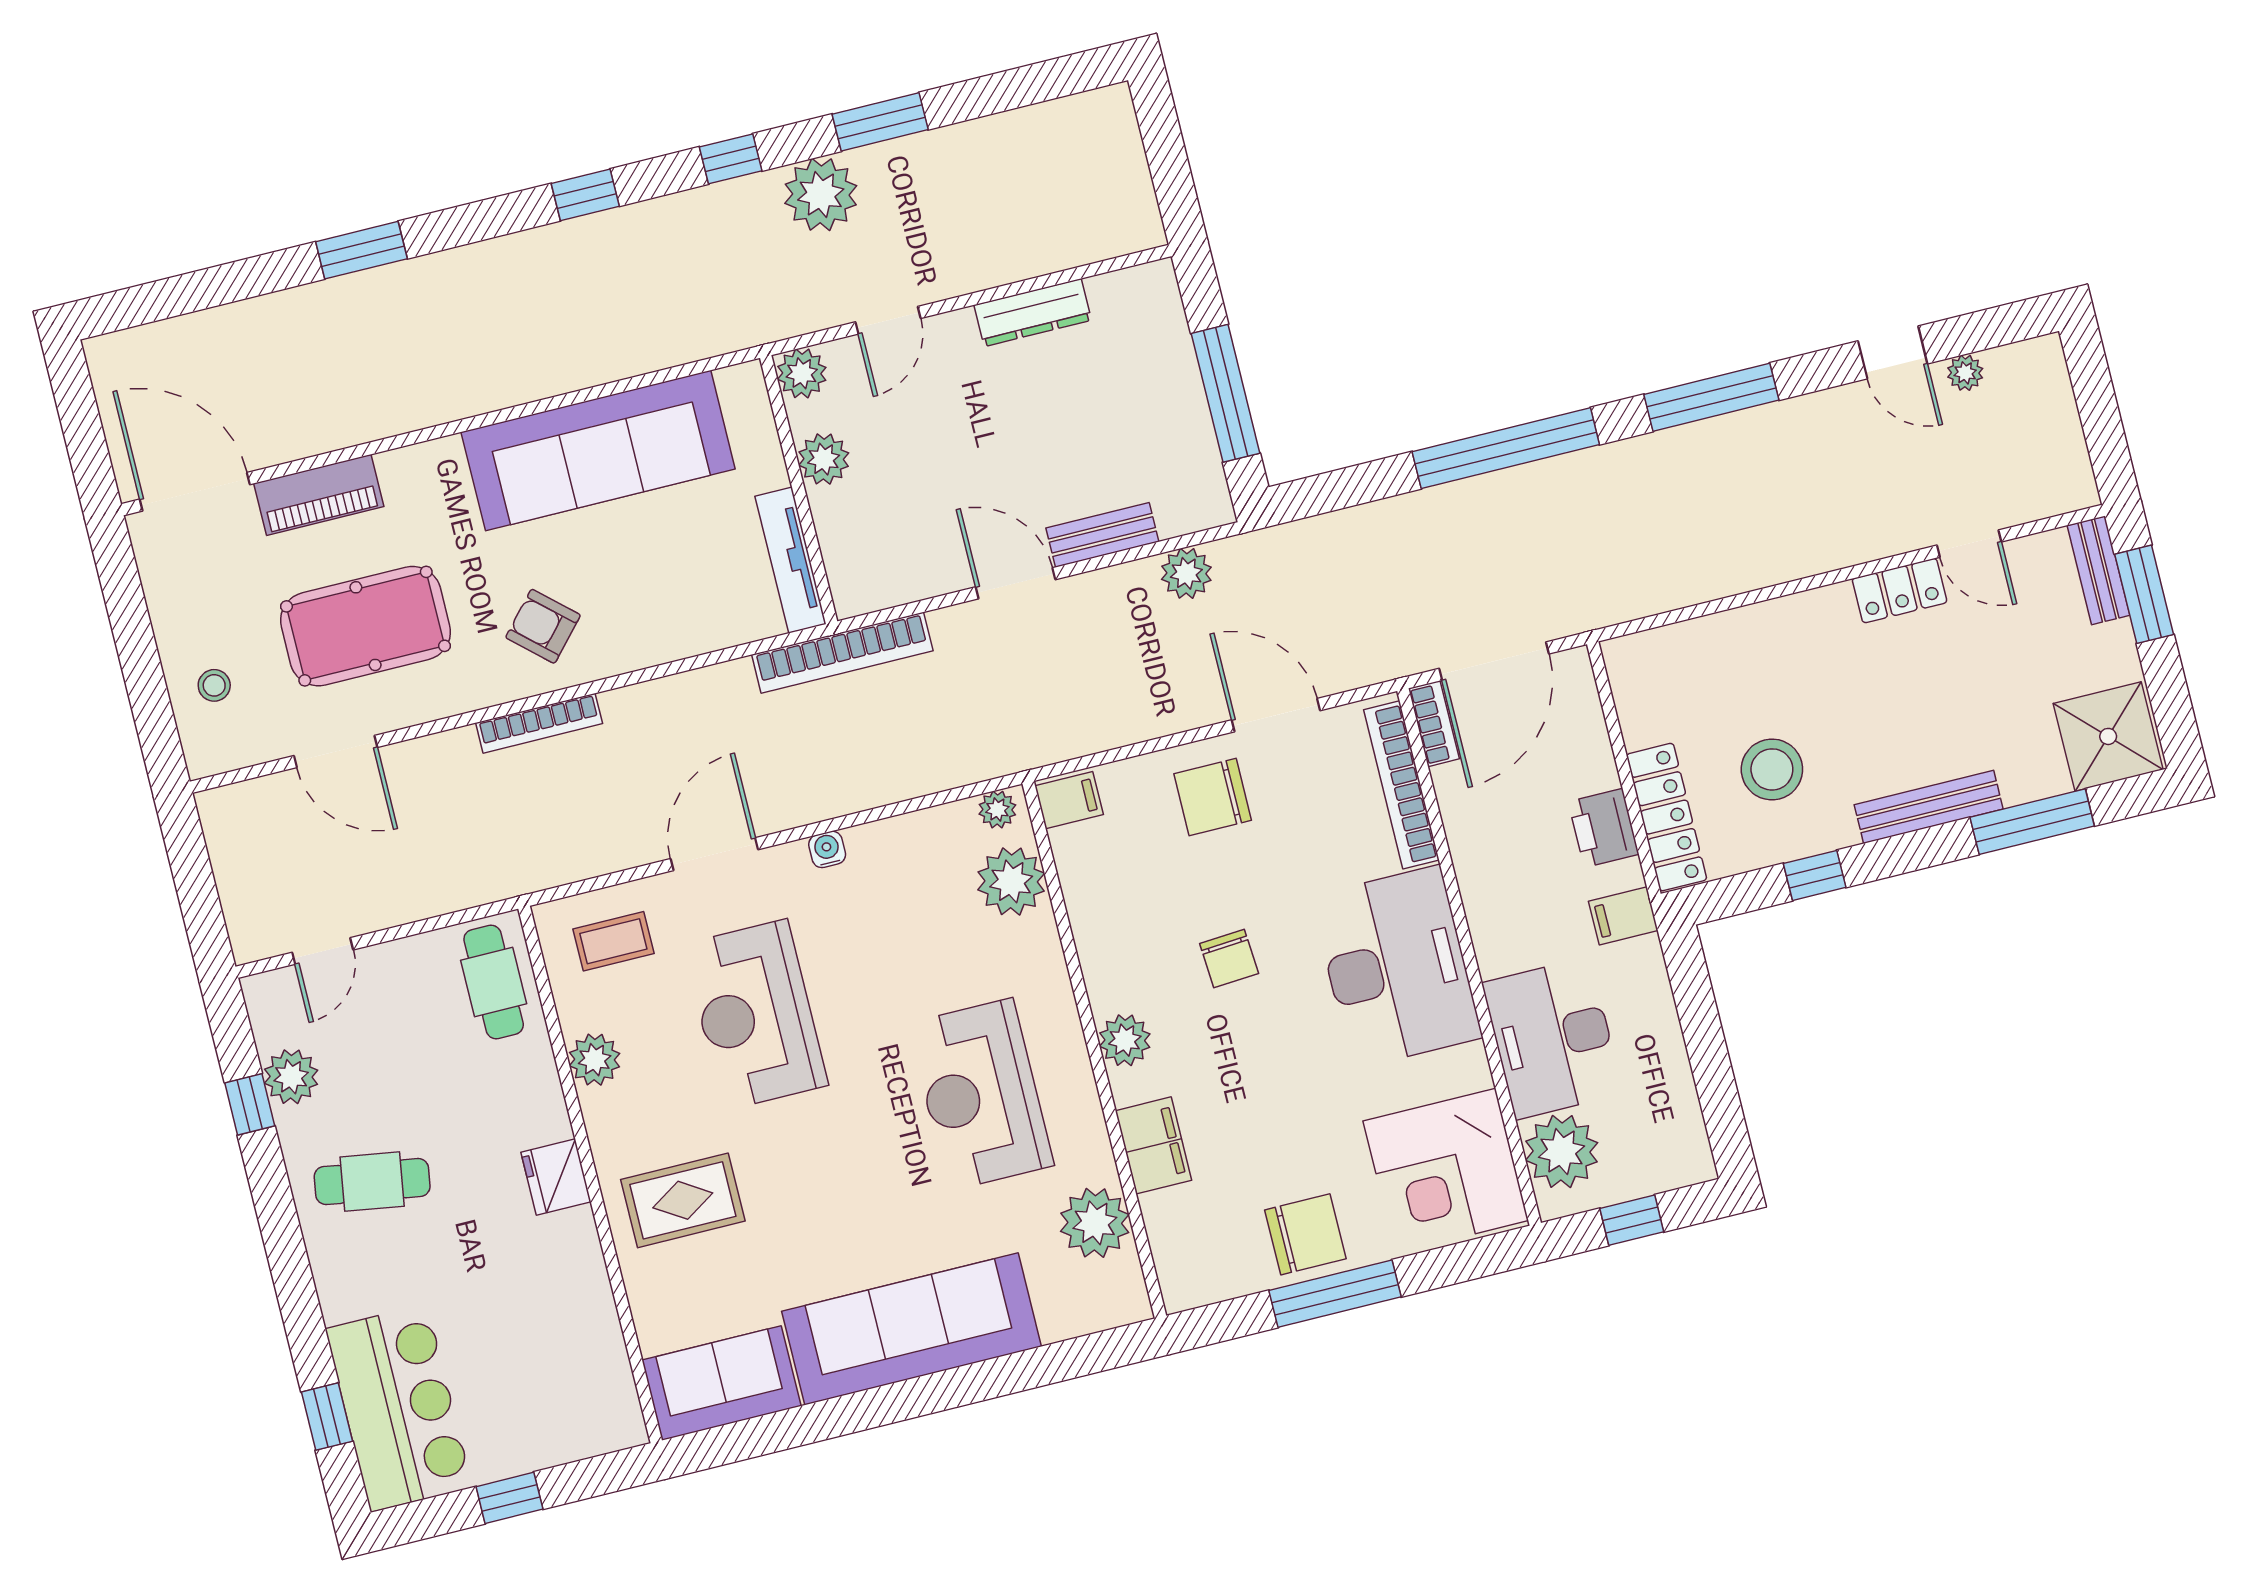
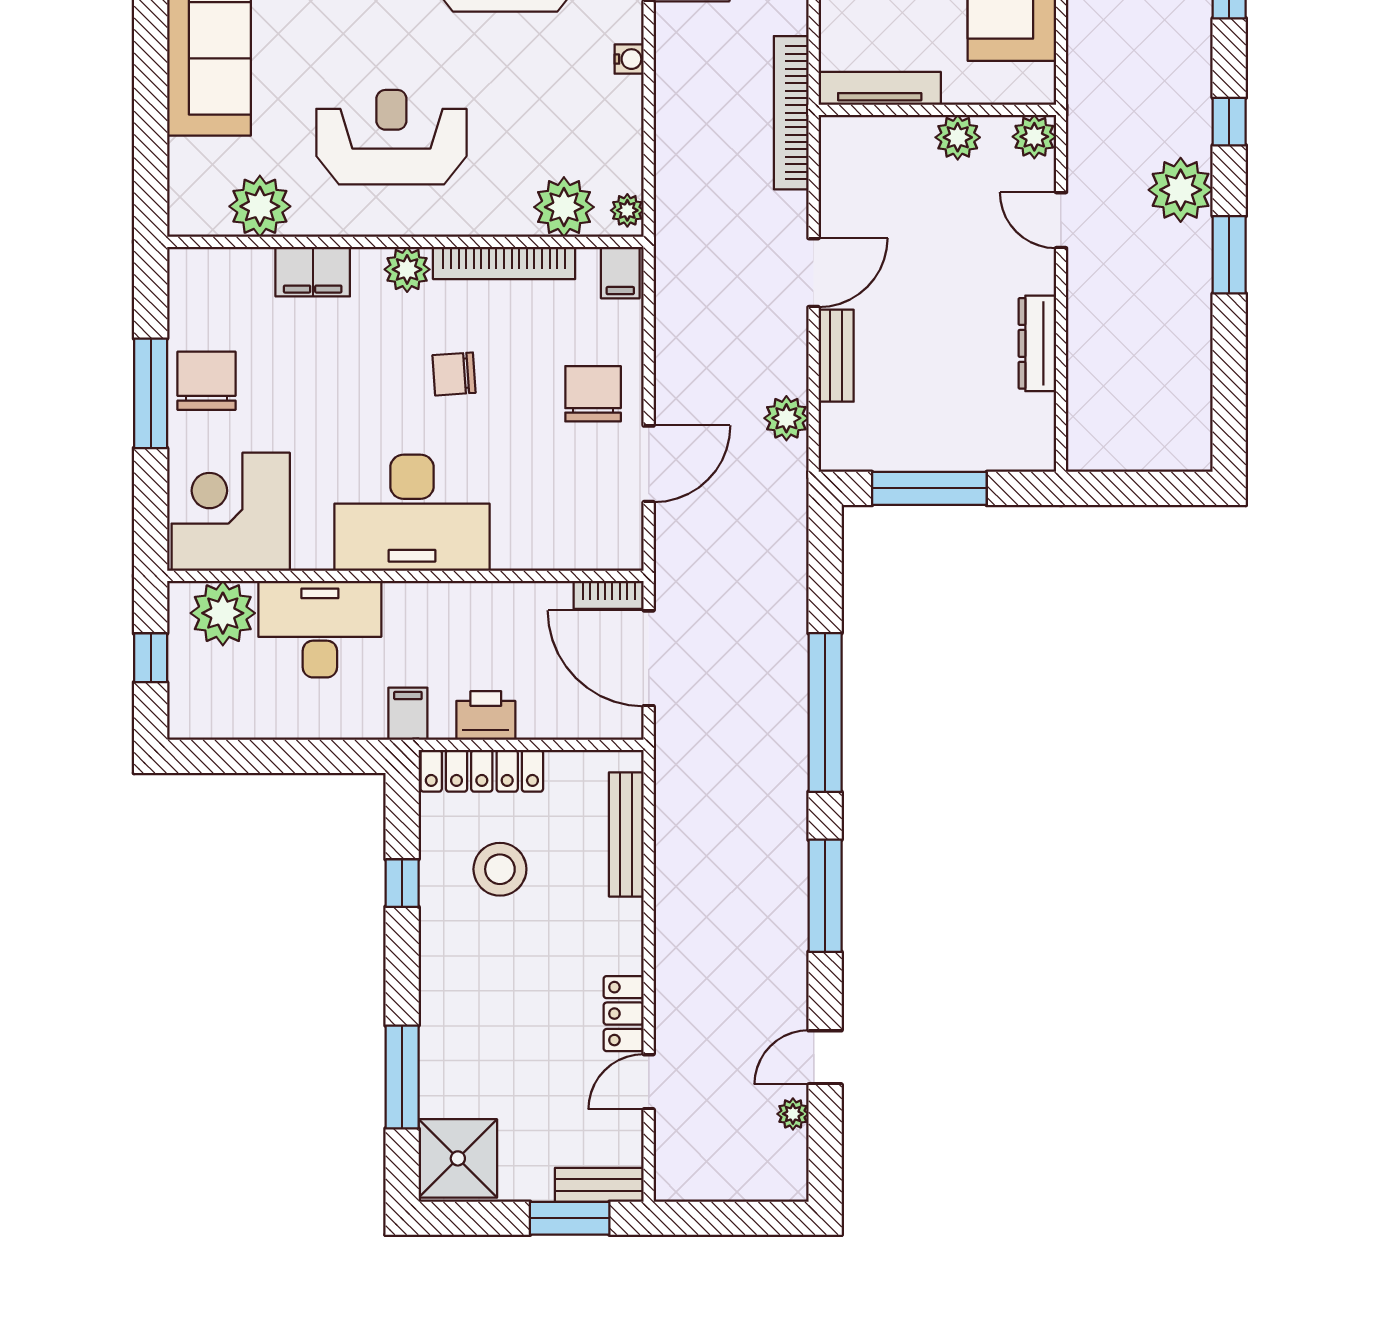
bookcase: (1401, 785) -> (504, 263), moved, turned 180
bench: (1929, 807) -> (626, 834), moved
chair: (1305, 1234) -> (206, 381), turned 180

